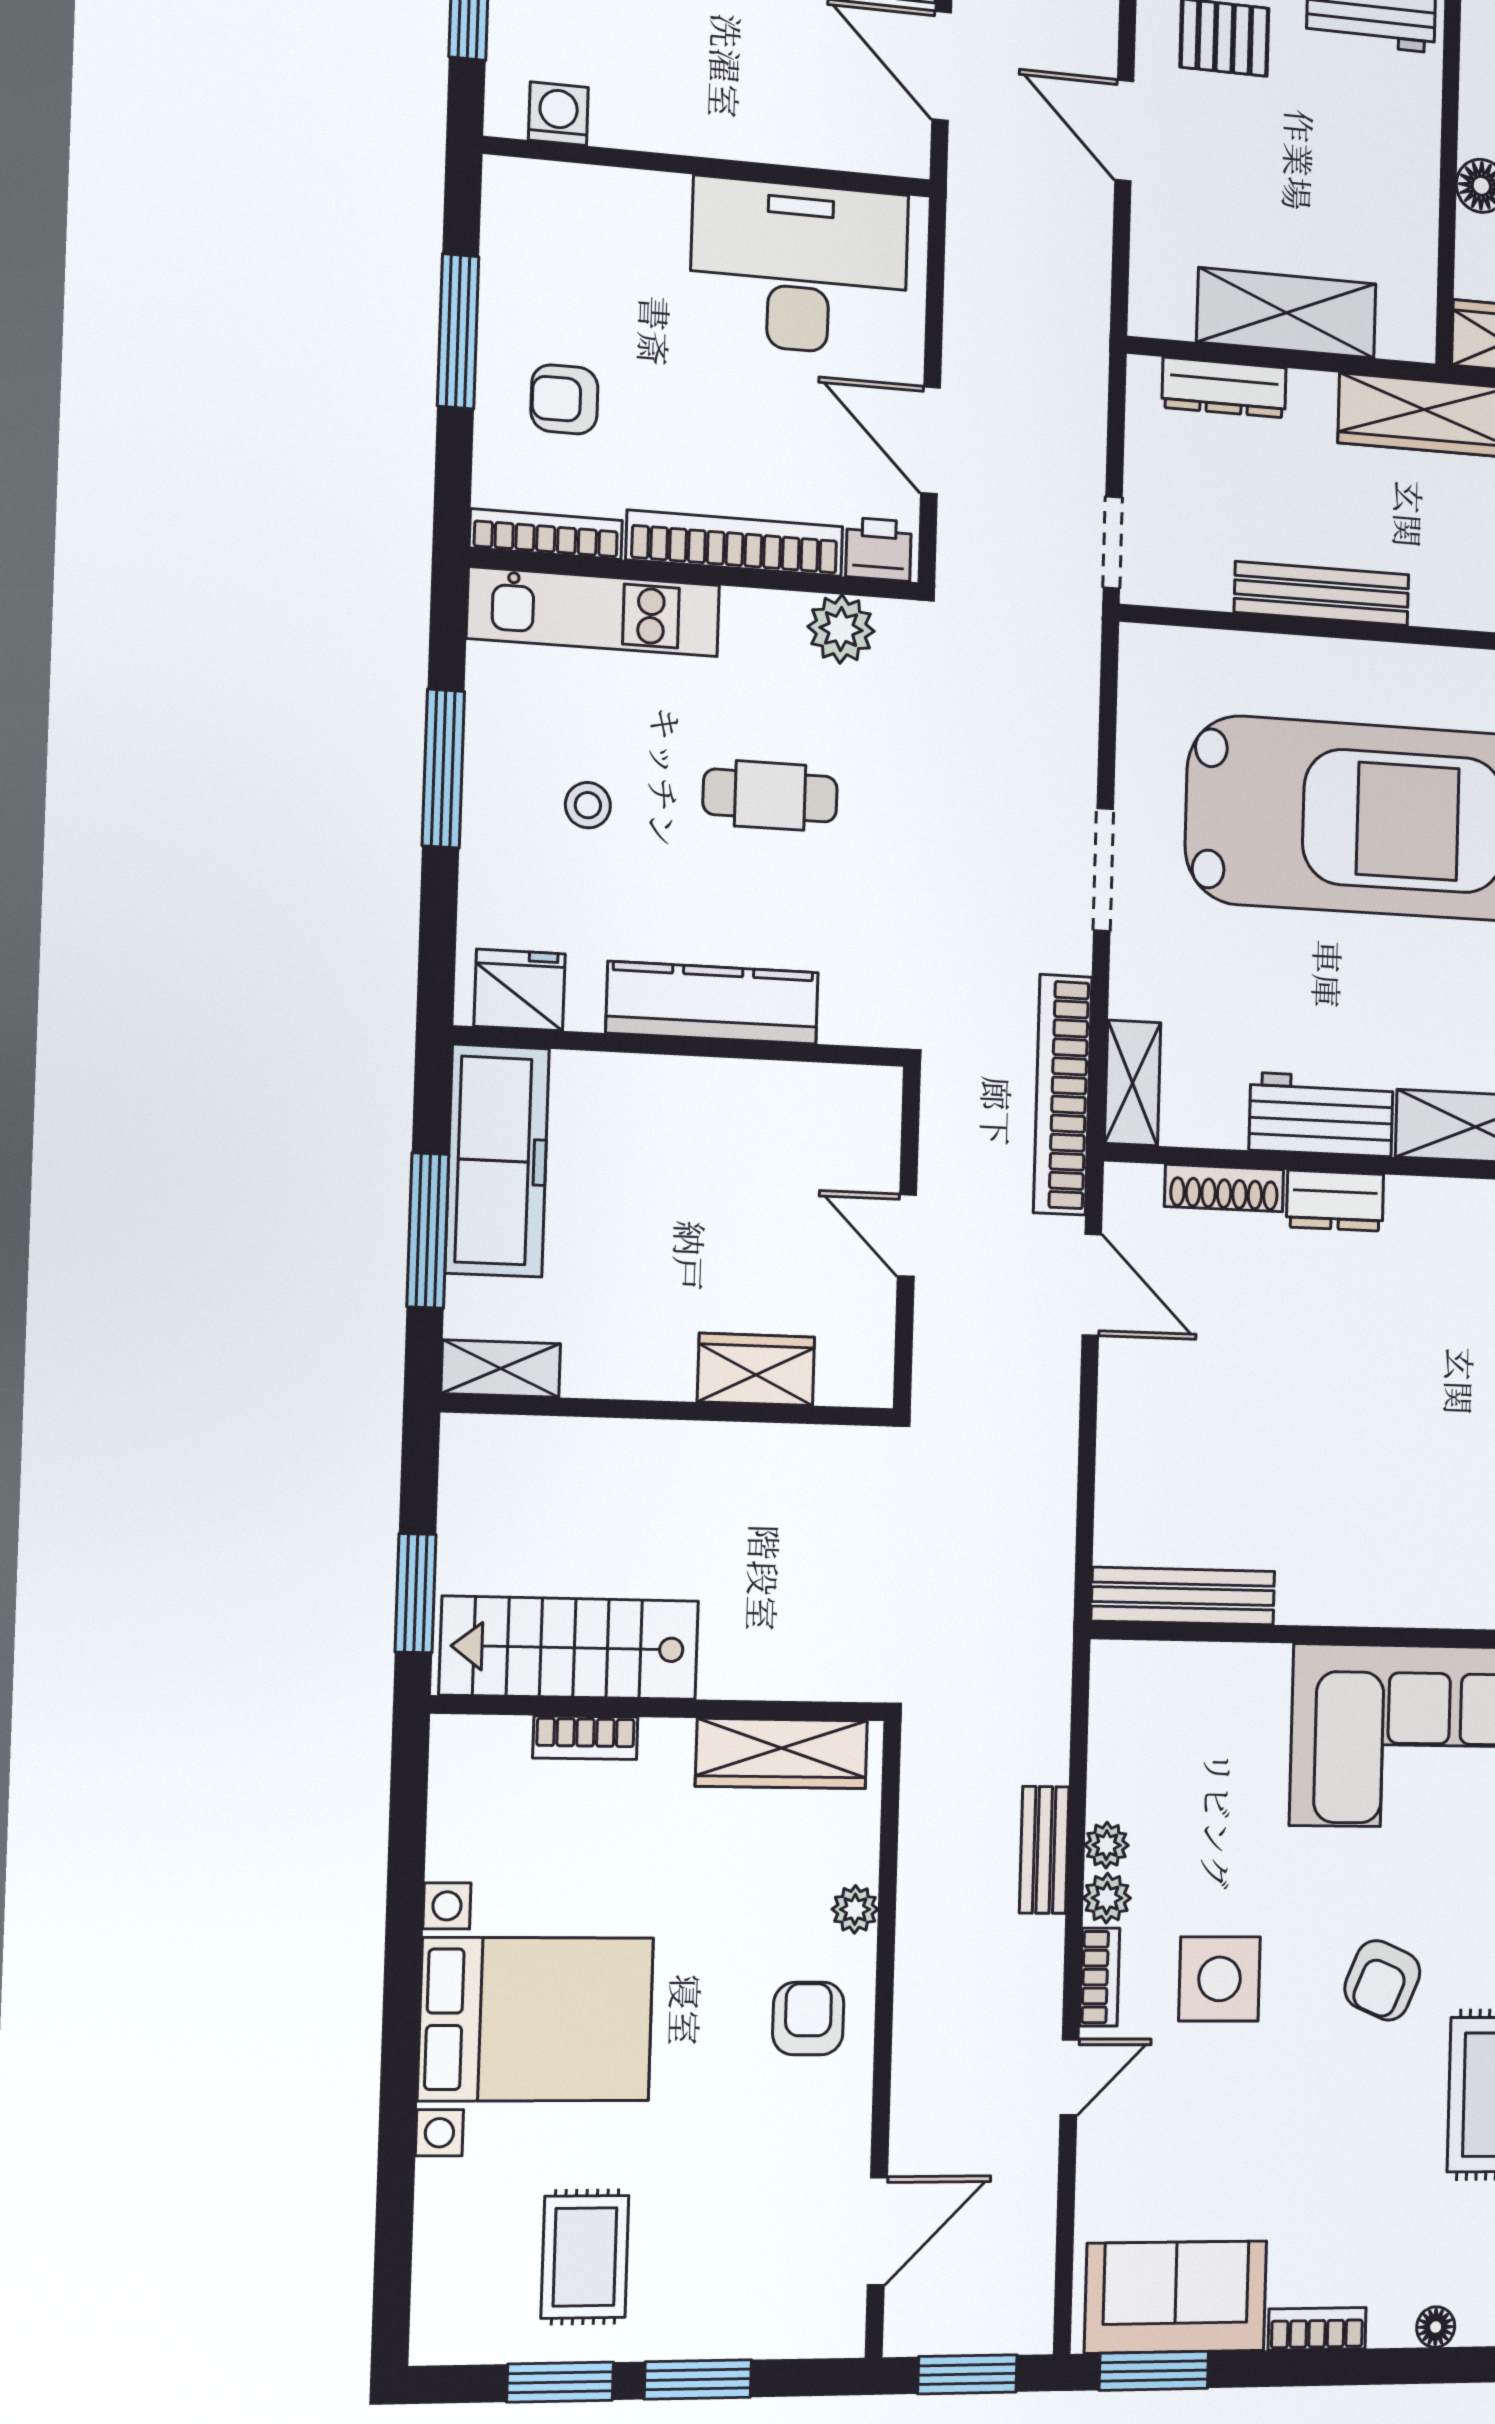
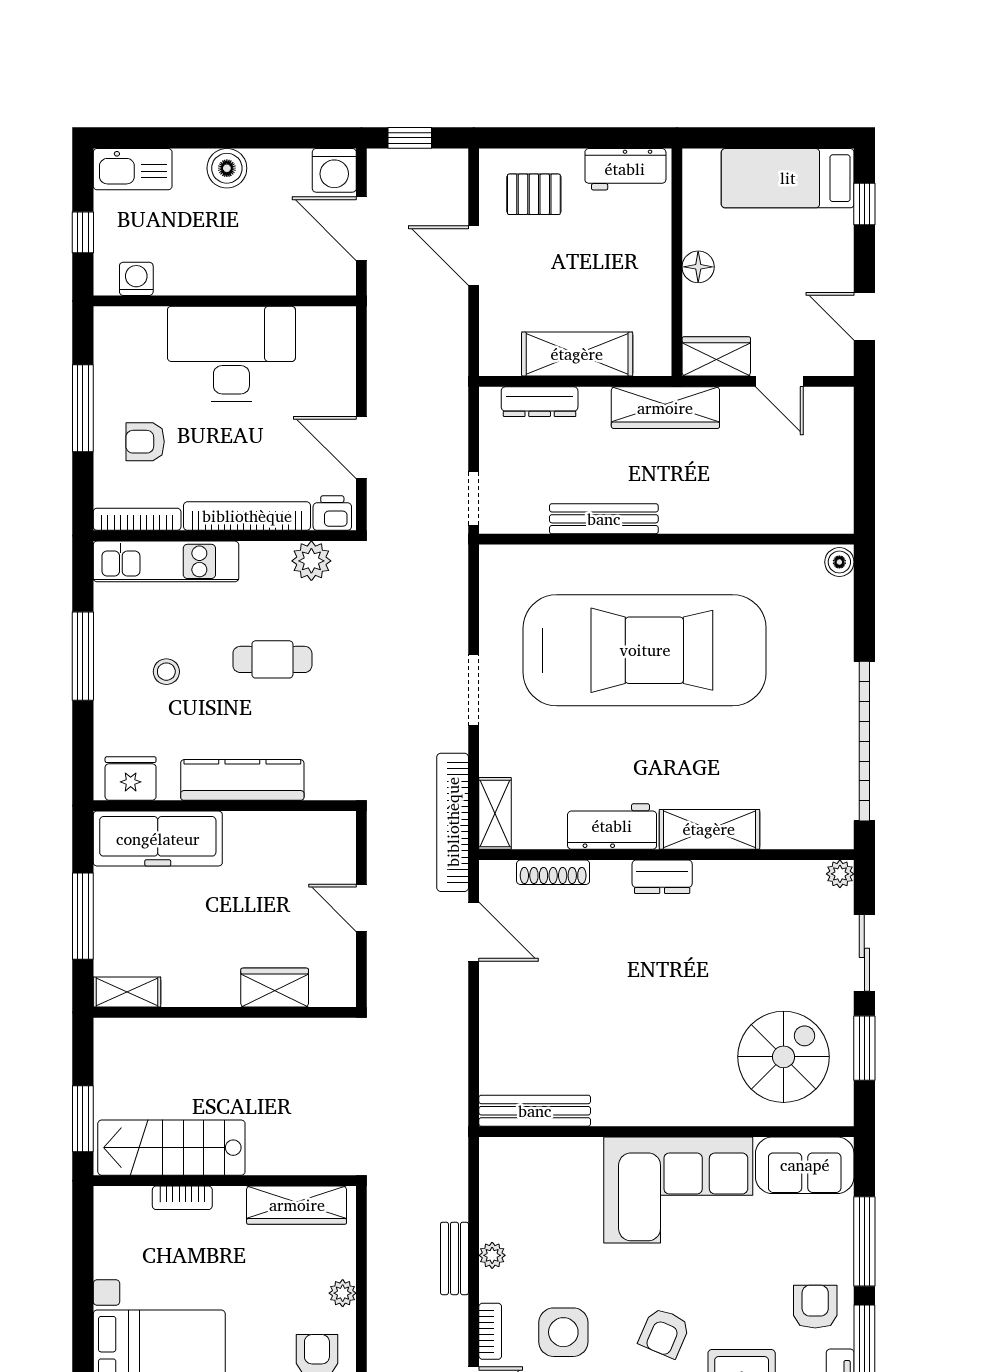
desk: (799, 267) -> (231, 354), moved
freezer: (497, 1161) -> (158, 839), moved, turned 90
dresser: (1335, 1201) -> (662, 877), moved
plant: (1107, 1898) -> (493, 1286), removed

